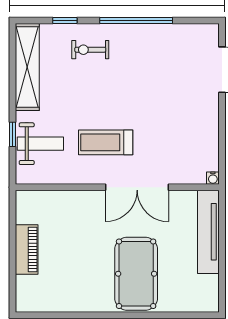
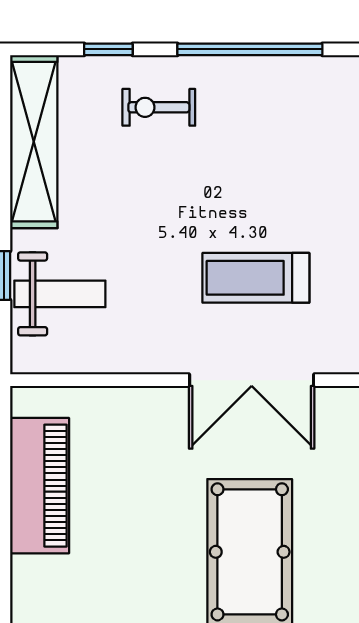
treadmill: (106, 142) -> (256, 278), moved
piano: (27, 250) -> (40, 486), width x1.37, depth x1.33

